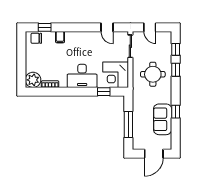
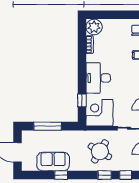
round table: (153, 74) -> (100, 151), turned 31

